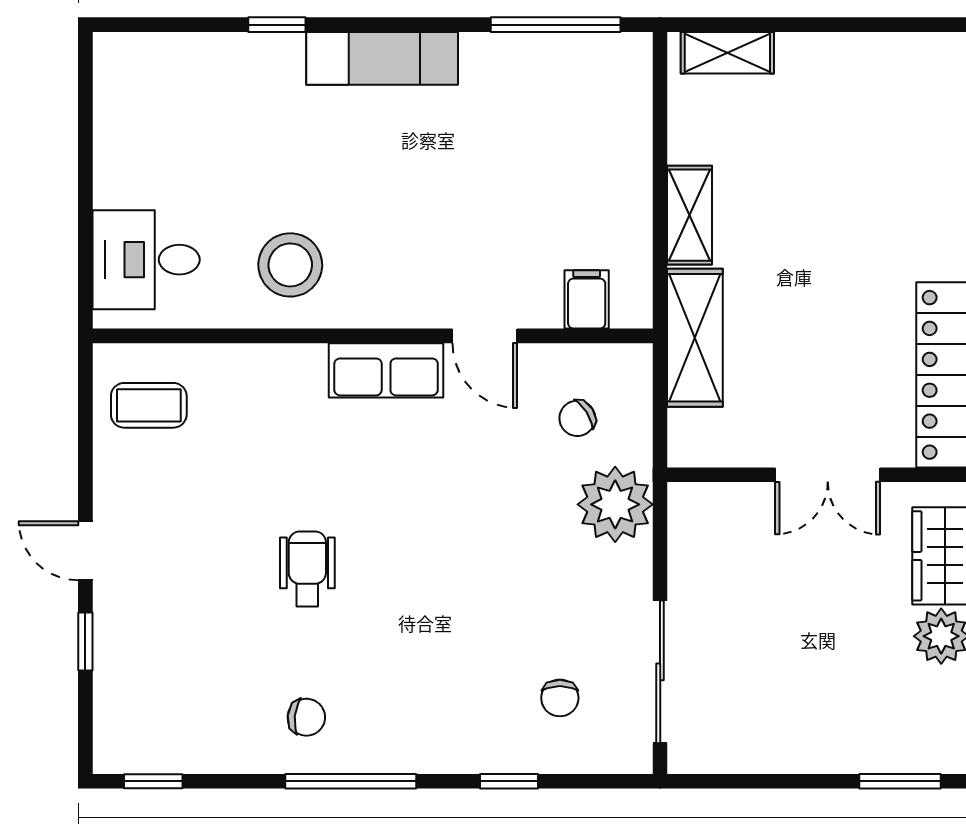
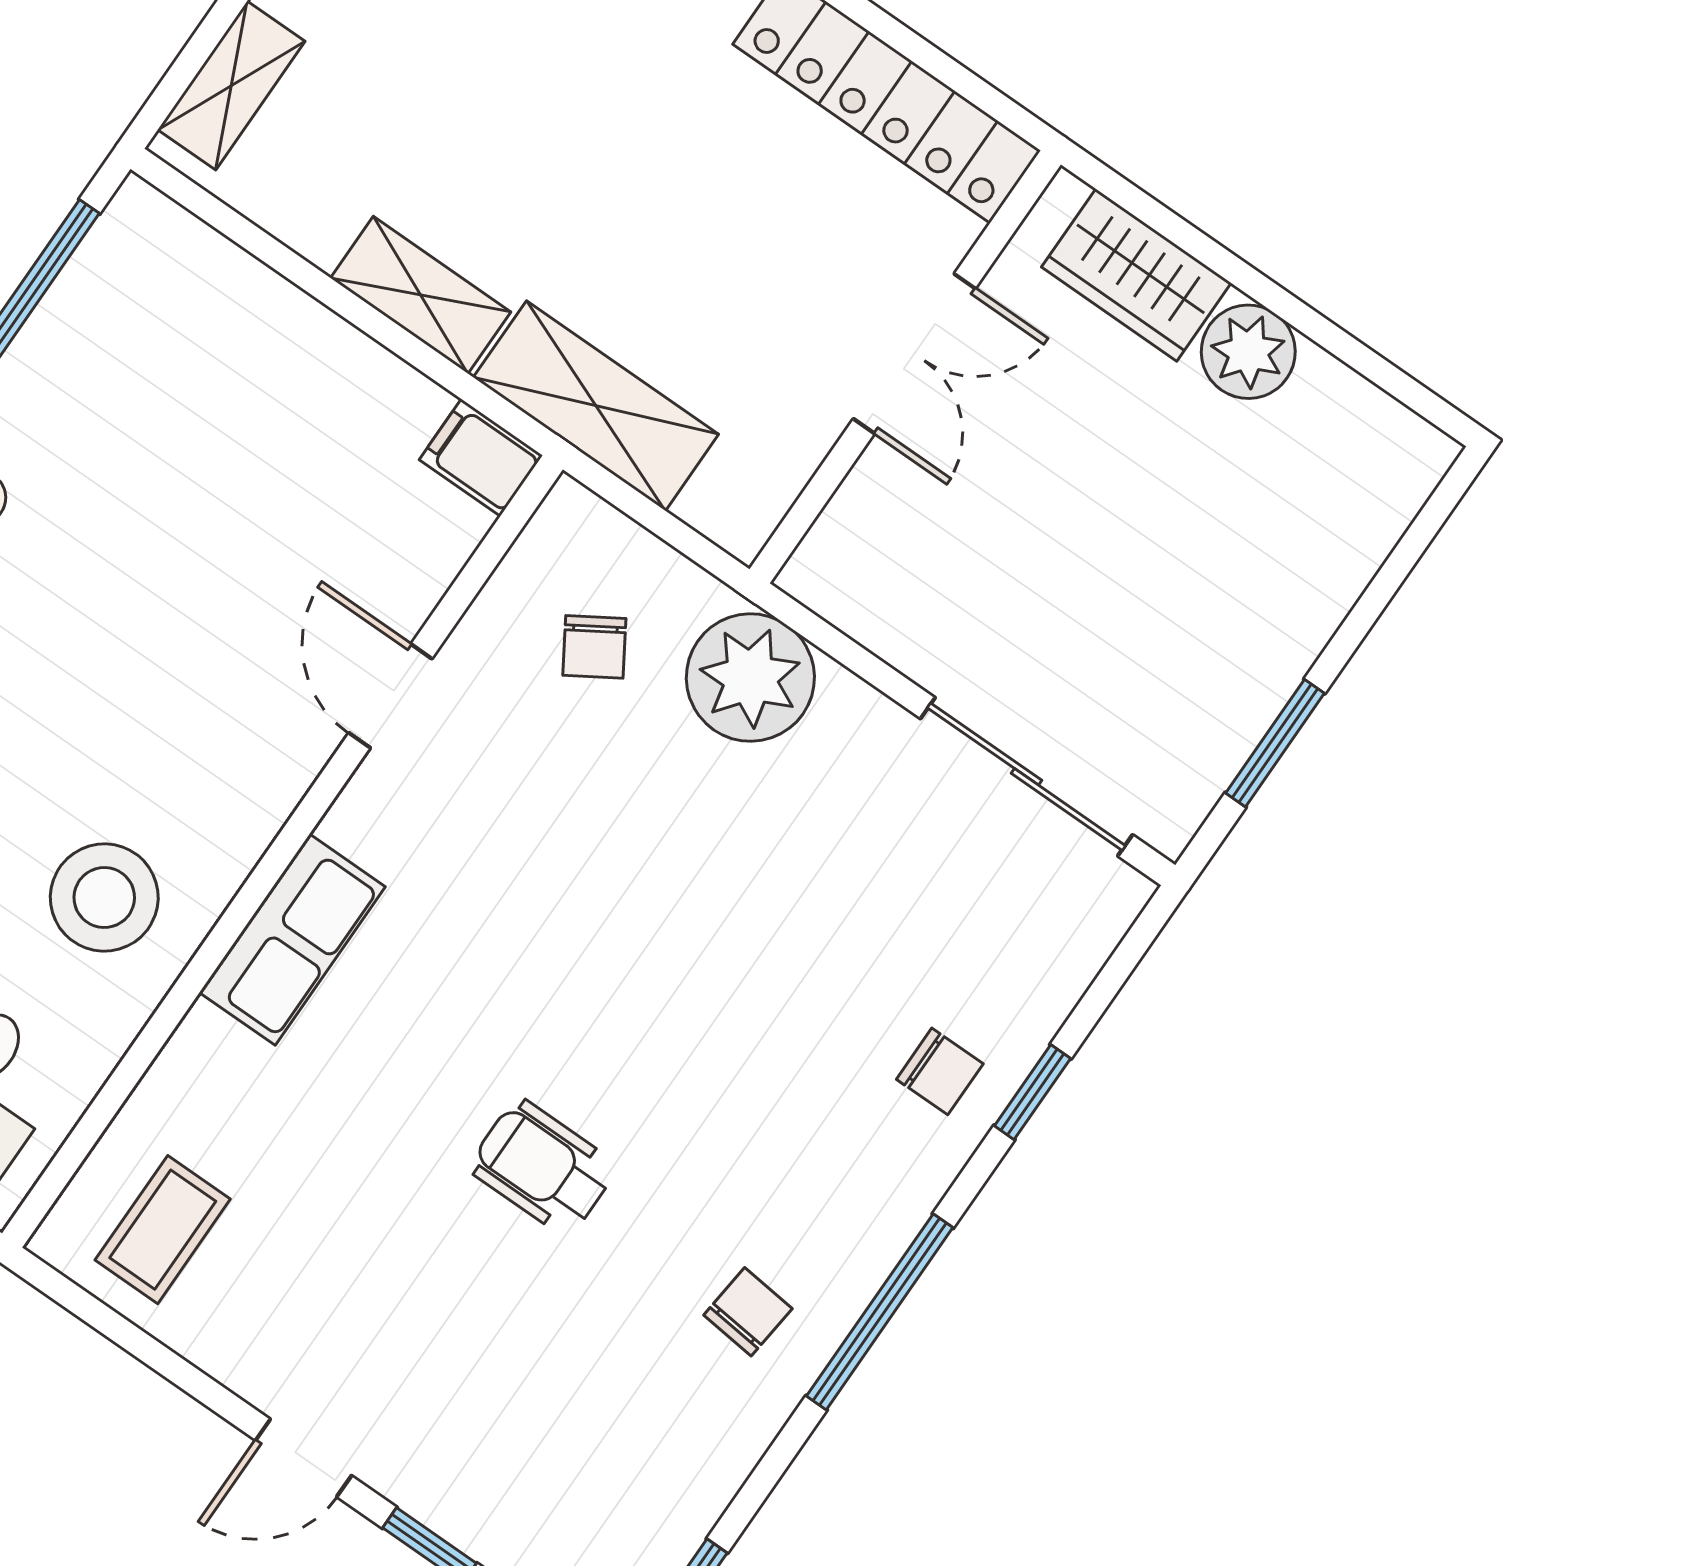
filing cabinet: (587, 299) -> (481, 458), moved
door: (485, 336) -> (390, 696), swing flipped
row of seats: (386, 370) -> (292, 940), moved
chair: (560, 698) -> (940, 1071), moved
window: (900, 781) -> (1275, 743), moved

